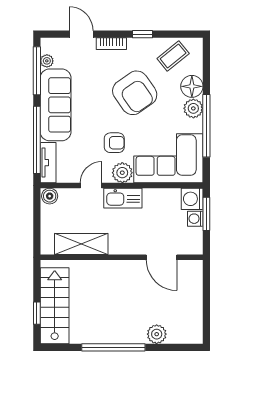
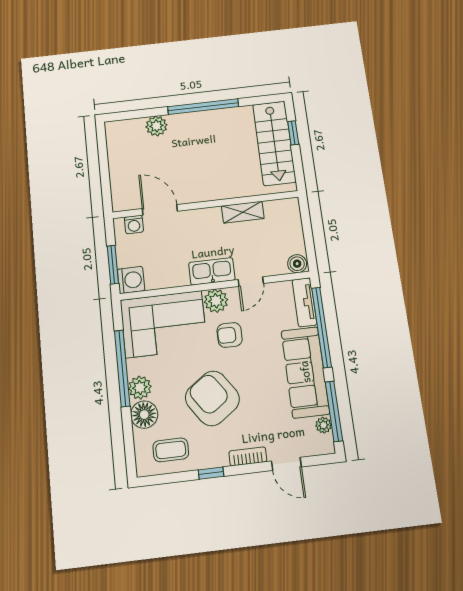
coffee table: (173, 56) -> (171, 450), turned 39
washing machine: (195, 219) -> (134, 224), moved, turned 90
shelving: (81, 244) -> (243, 212), width x0.67, depth x0.75

